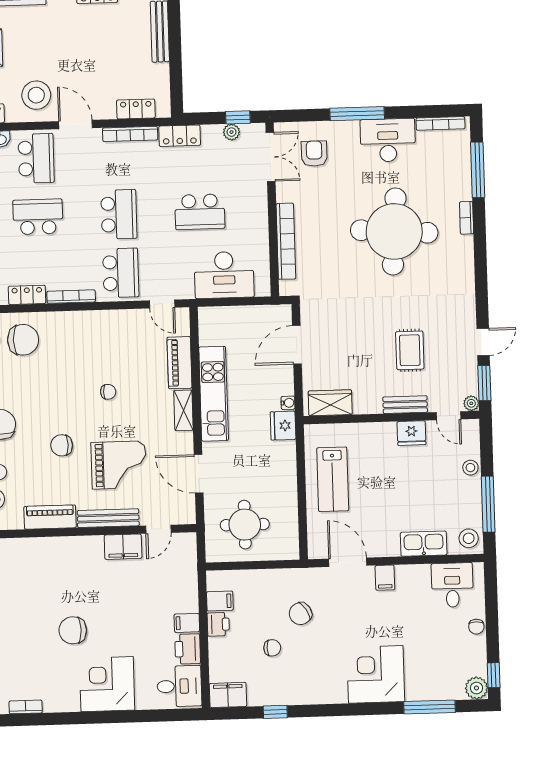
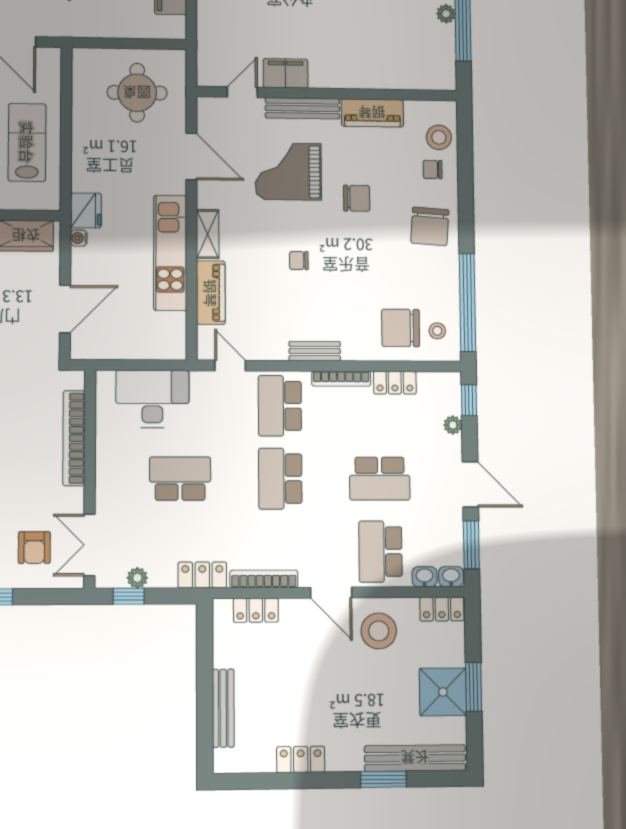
bench: (93, 318) -> (315, 351), added

